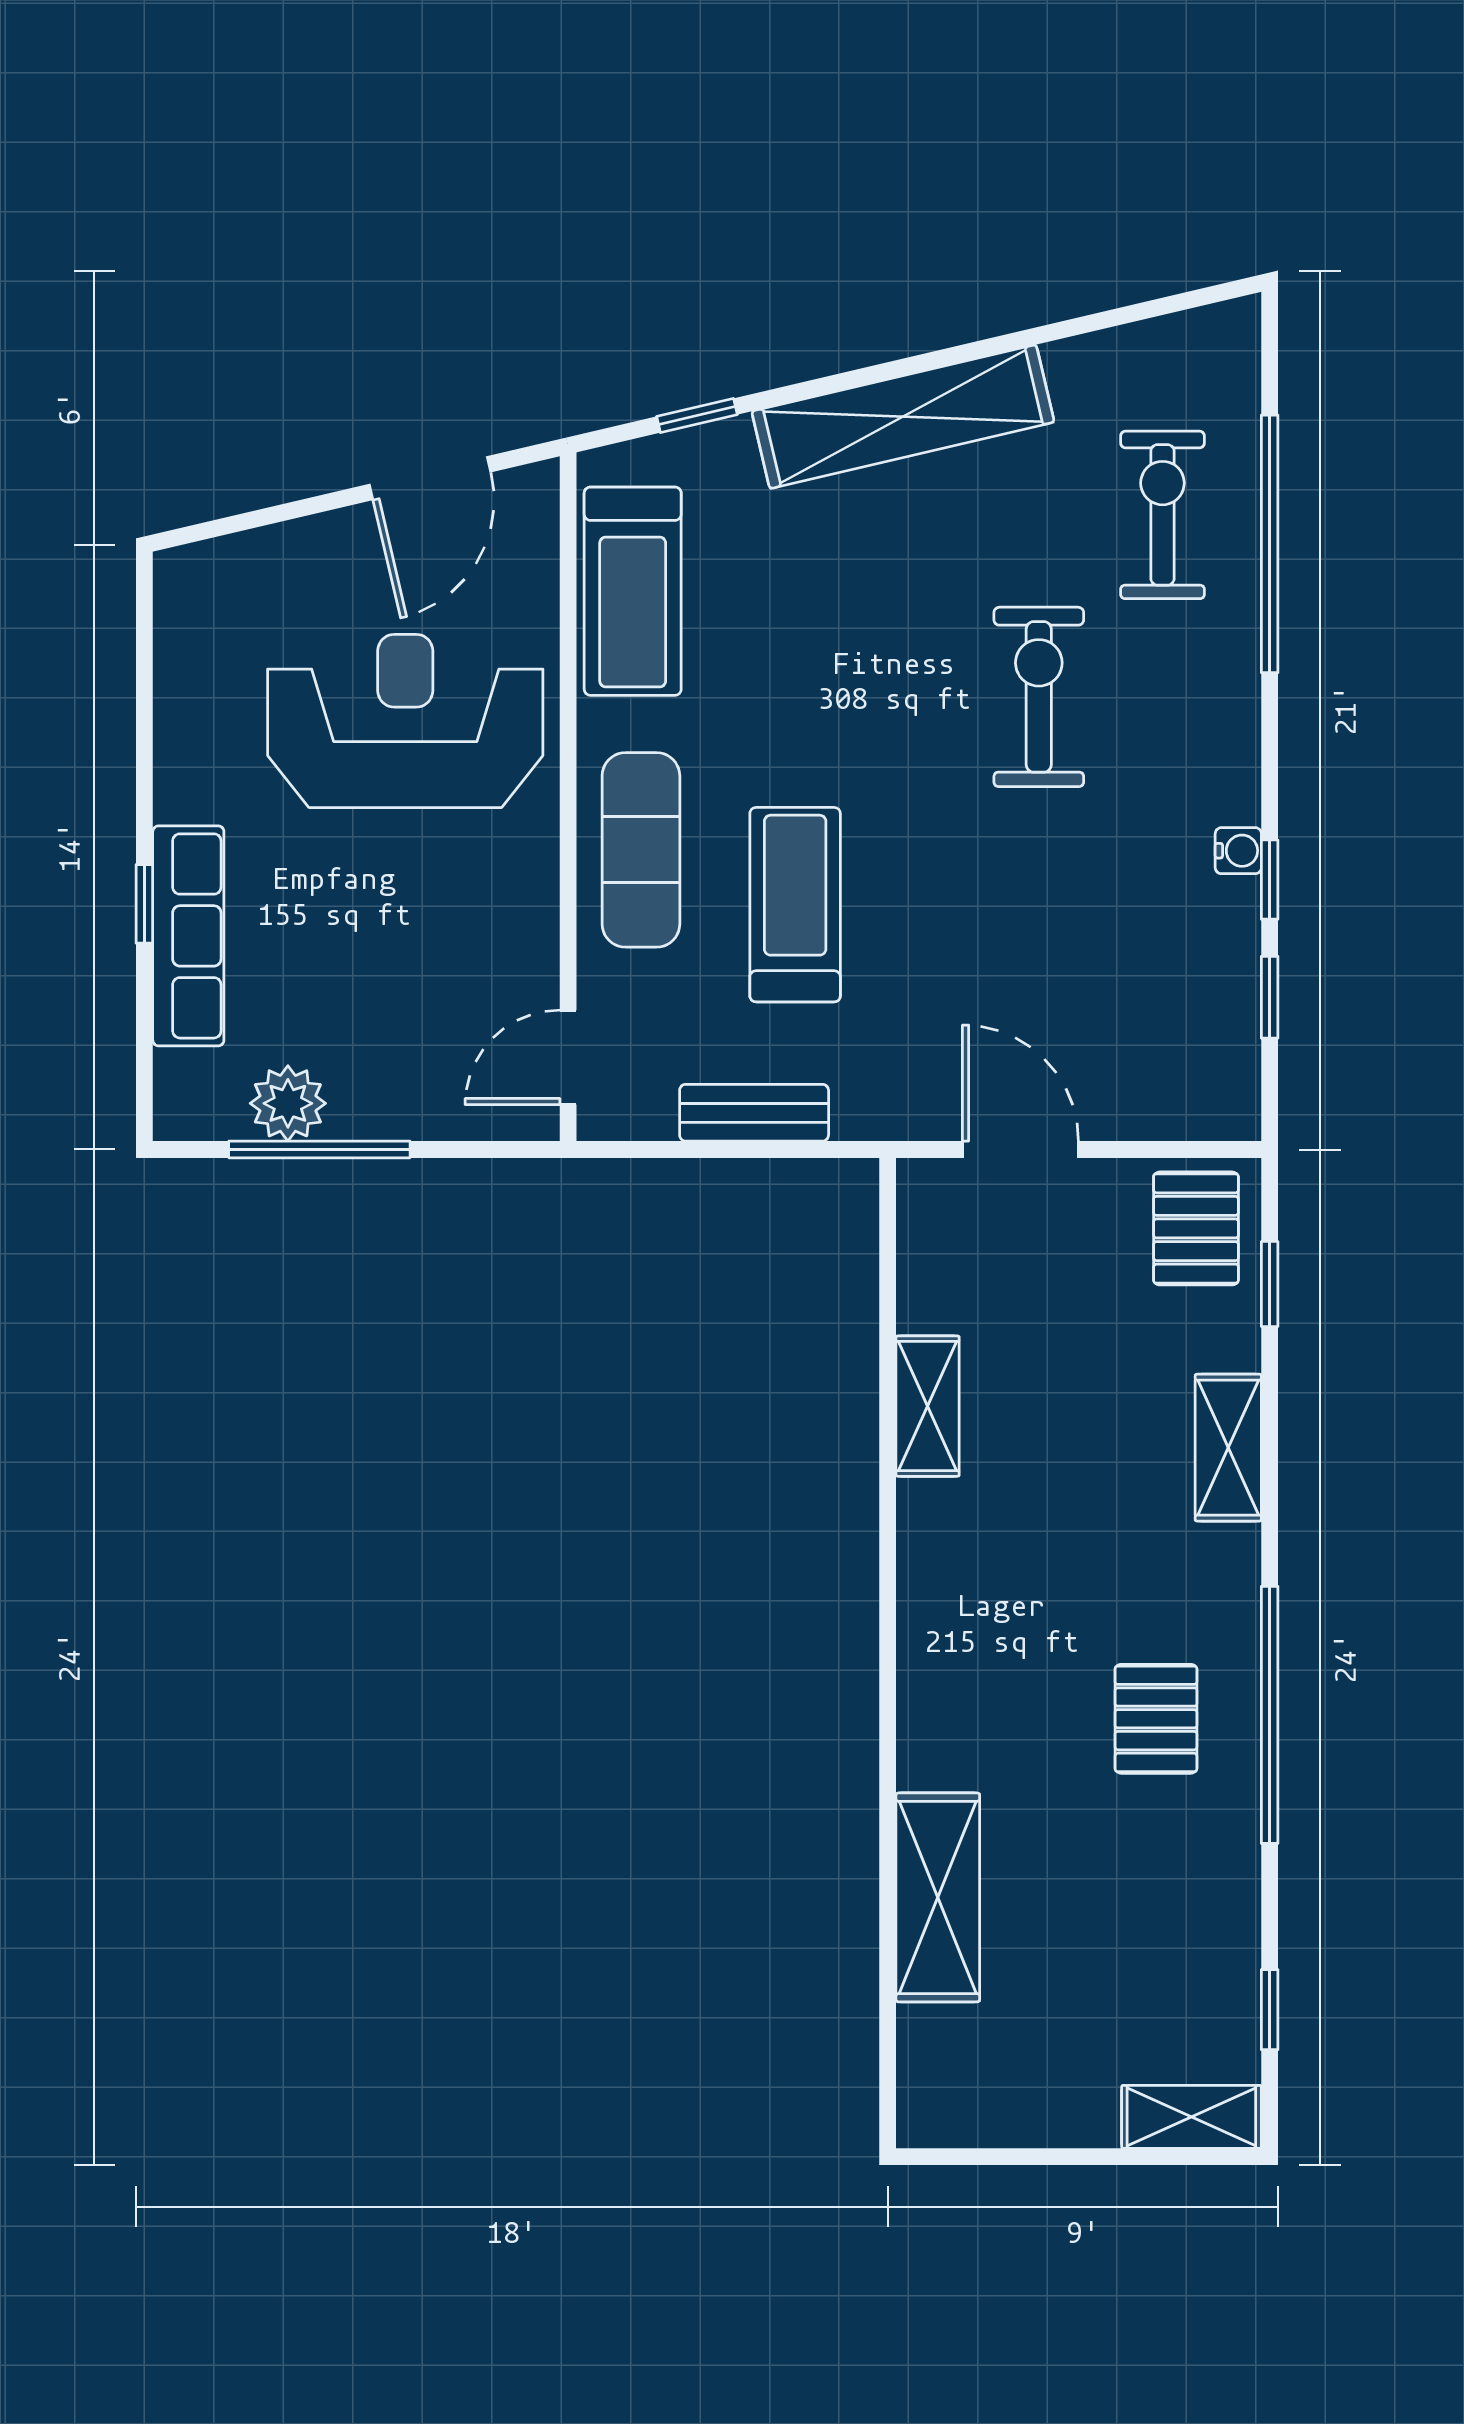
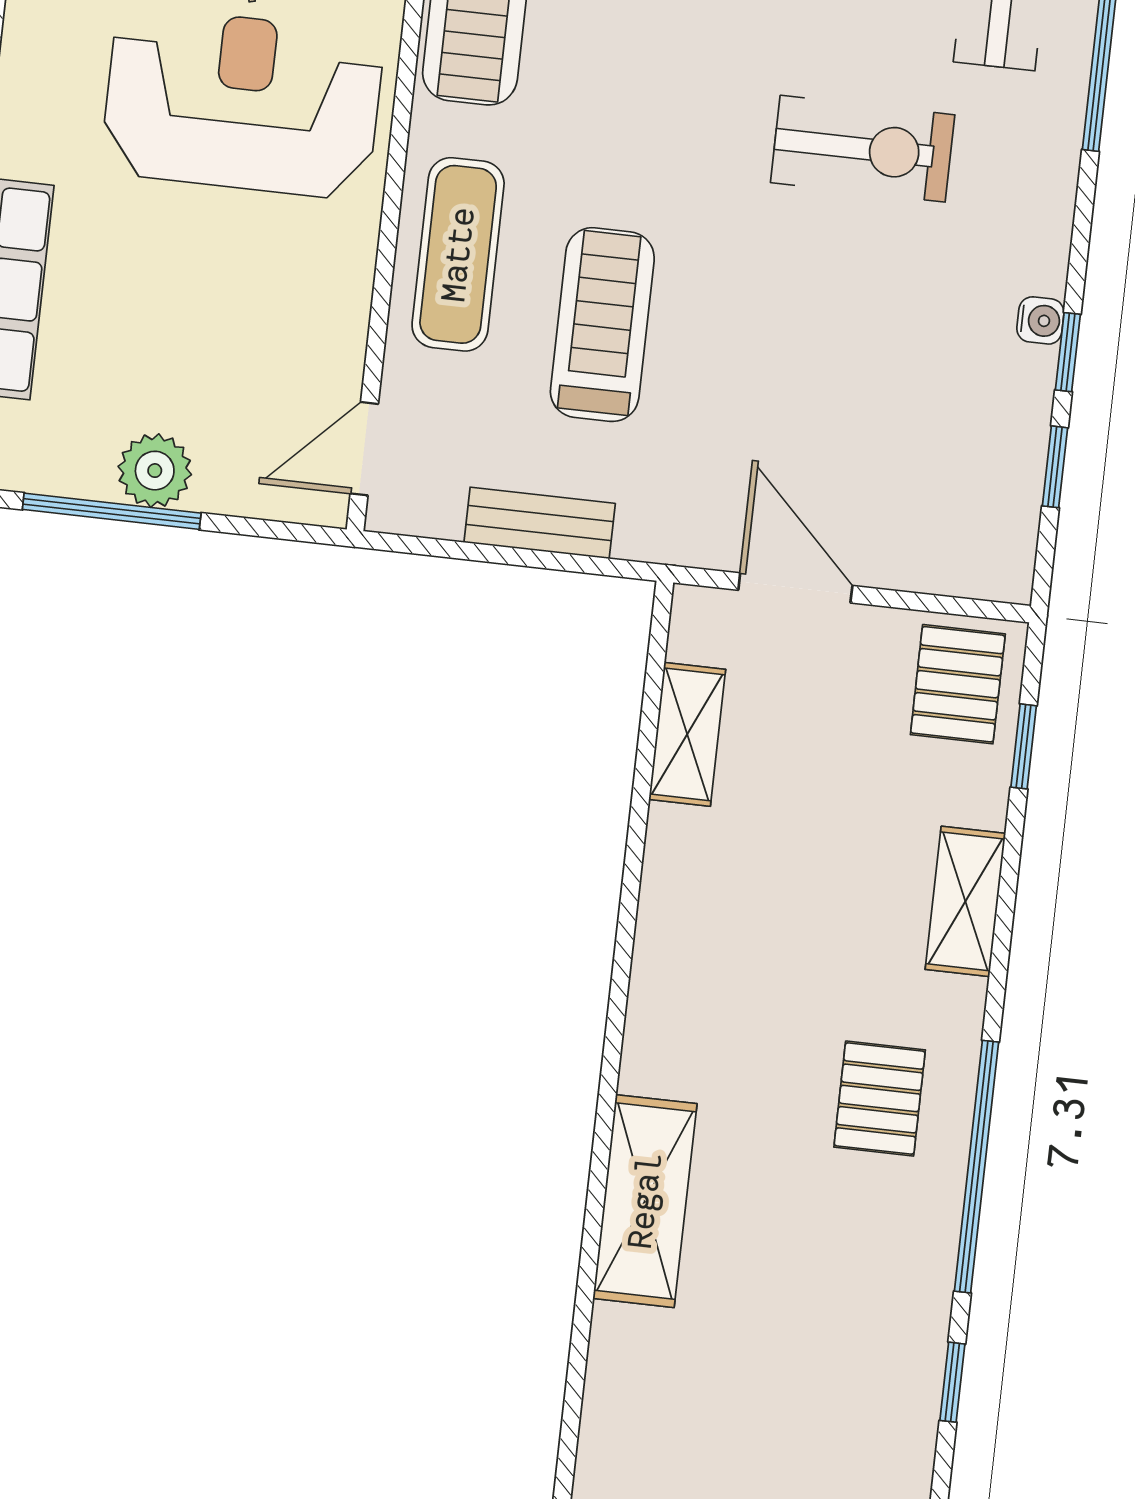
exercise bike: (1039, 697) -> (863, 149), turned 90
plant: (288, 1103) -> (155, 471), moved
shelving: (928, 1406) -> (687, 734), moved
pallet: (1156, 1719) -> (880, 1099), moved
shelving: (938, 1897) -> (645, 1201), moved
window: (1270, 2010) -> (952, 1382), moved

